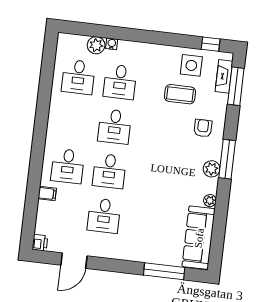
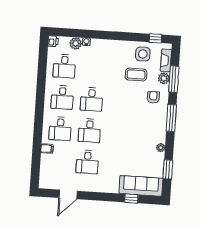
desk: (120, 82) -> (62, 97), moved
window: (236, 86) -> (174, 79), moved
plant: (212, 169) -> (164, 78), moved
window: (218, 232) -> (168, 169), added
sofa: (199, 238) -> (141, 186), moved, turned 90
printer: (40, 243) -> (53, 41), moved
window: (164, 271) -> (131, 199), width x0.46

